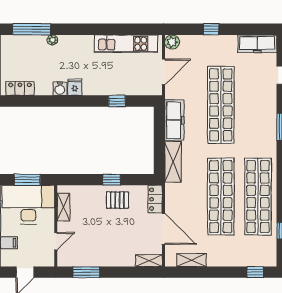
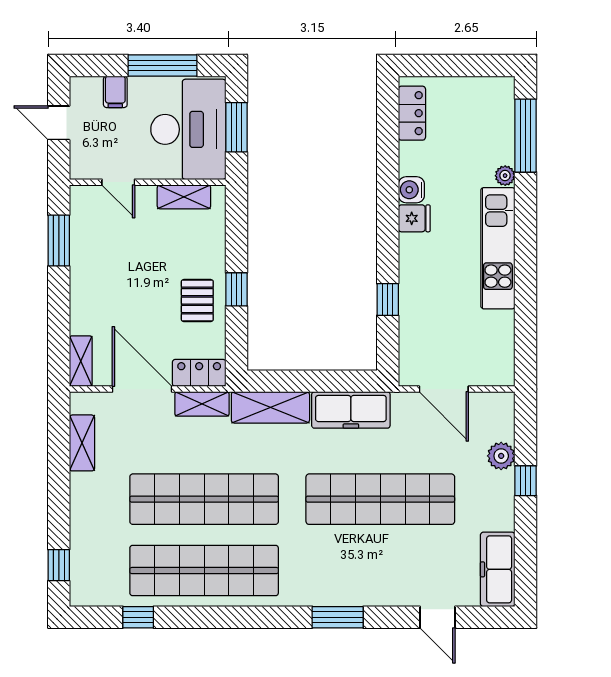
plant: (172, 42) -> (501, 456), moved
kitchen unit: (126, 44) -> (498, 248), moved
shelving: (171, 198) -> (202, 404), added
door: (164, 229) -> (142, 389), swing flipped

